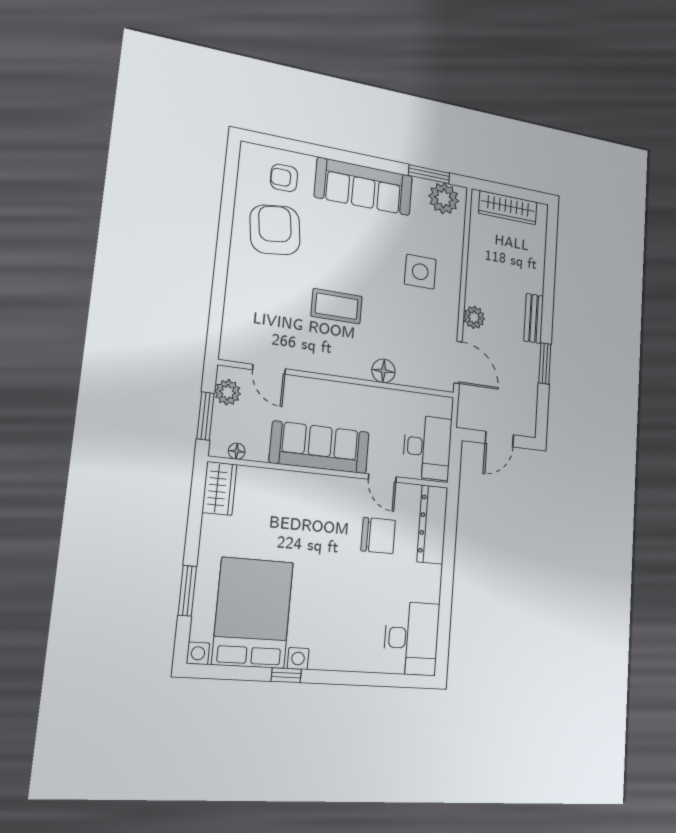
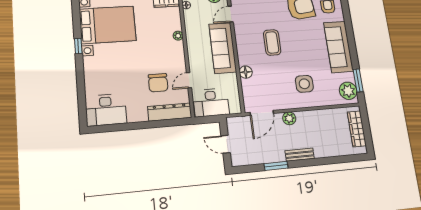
sofa: (320, 447) -> (223, 48), moved, turned 180
plant: (296, 480) -> (178, 36), added

